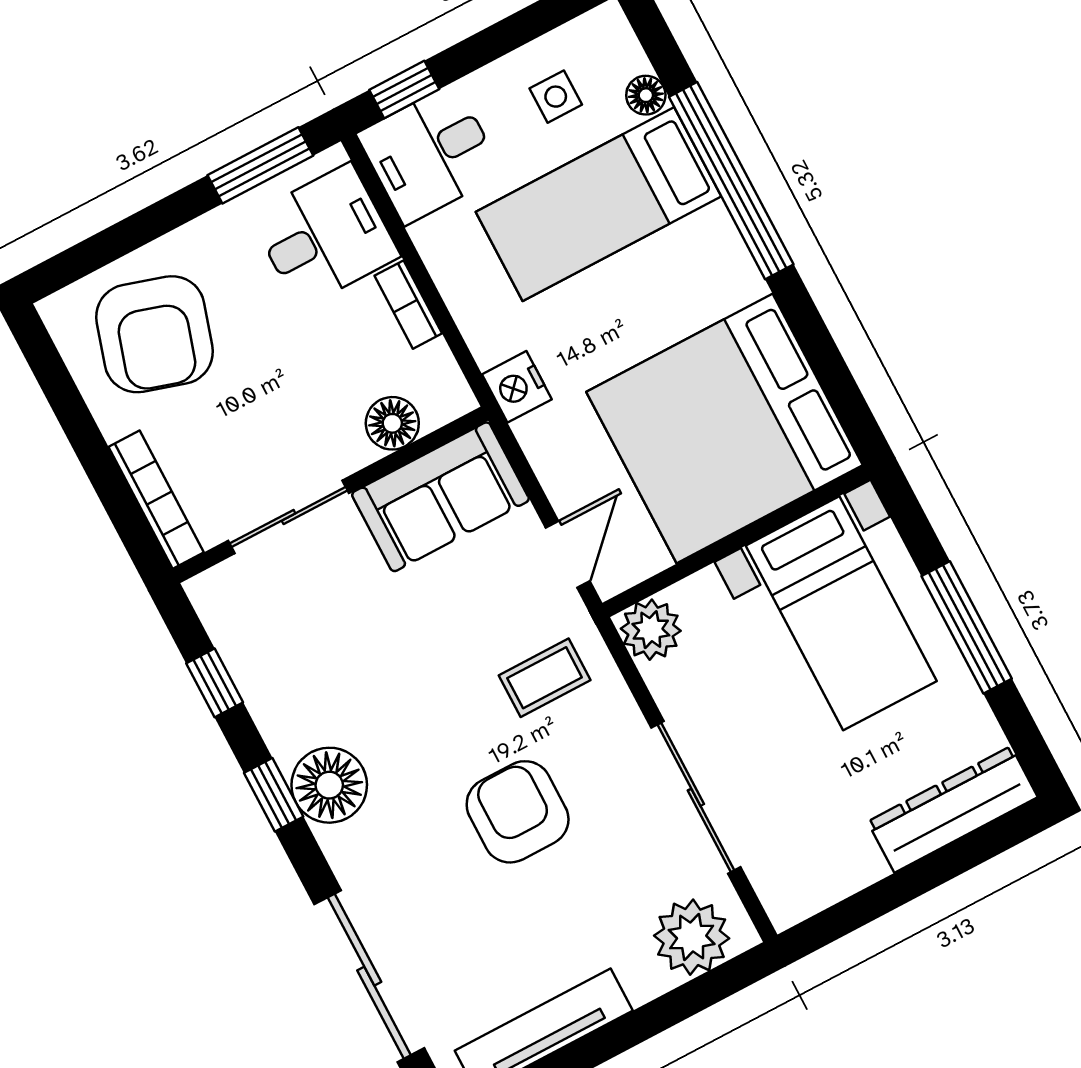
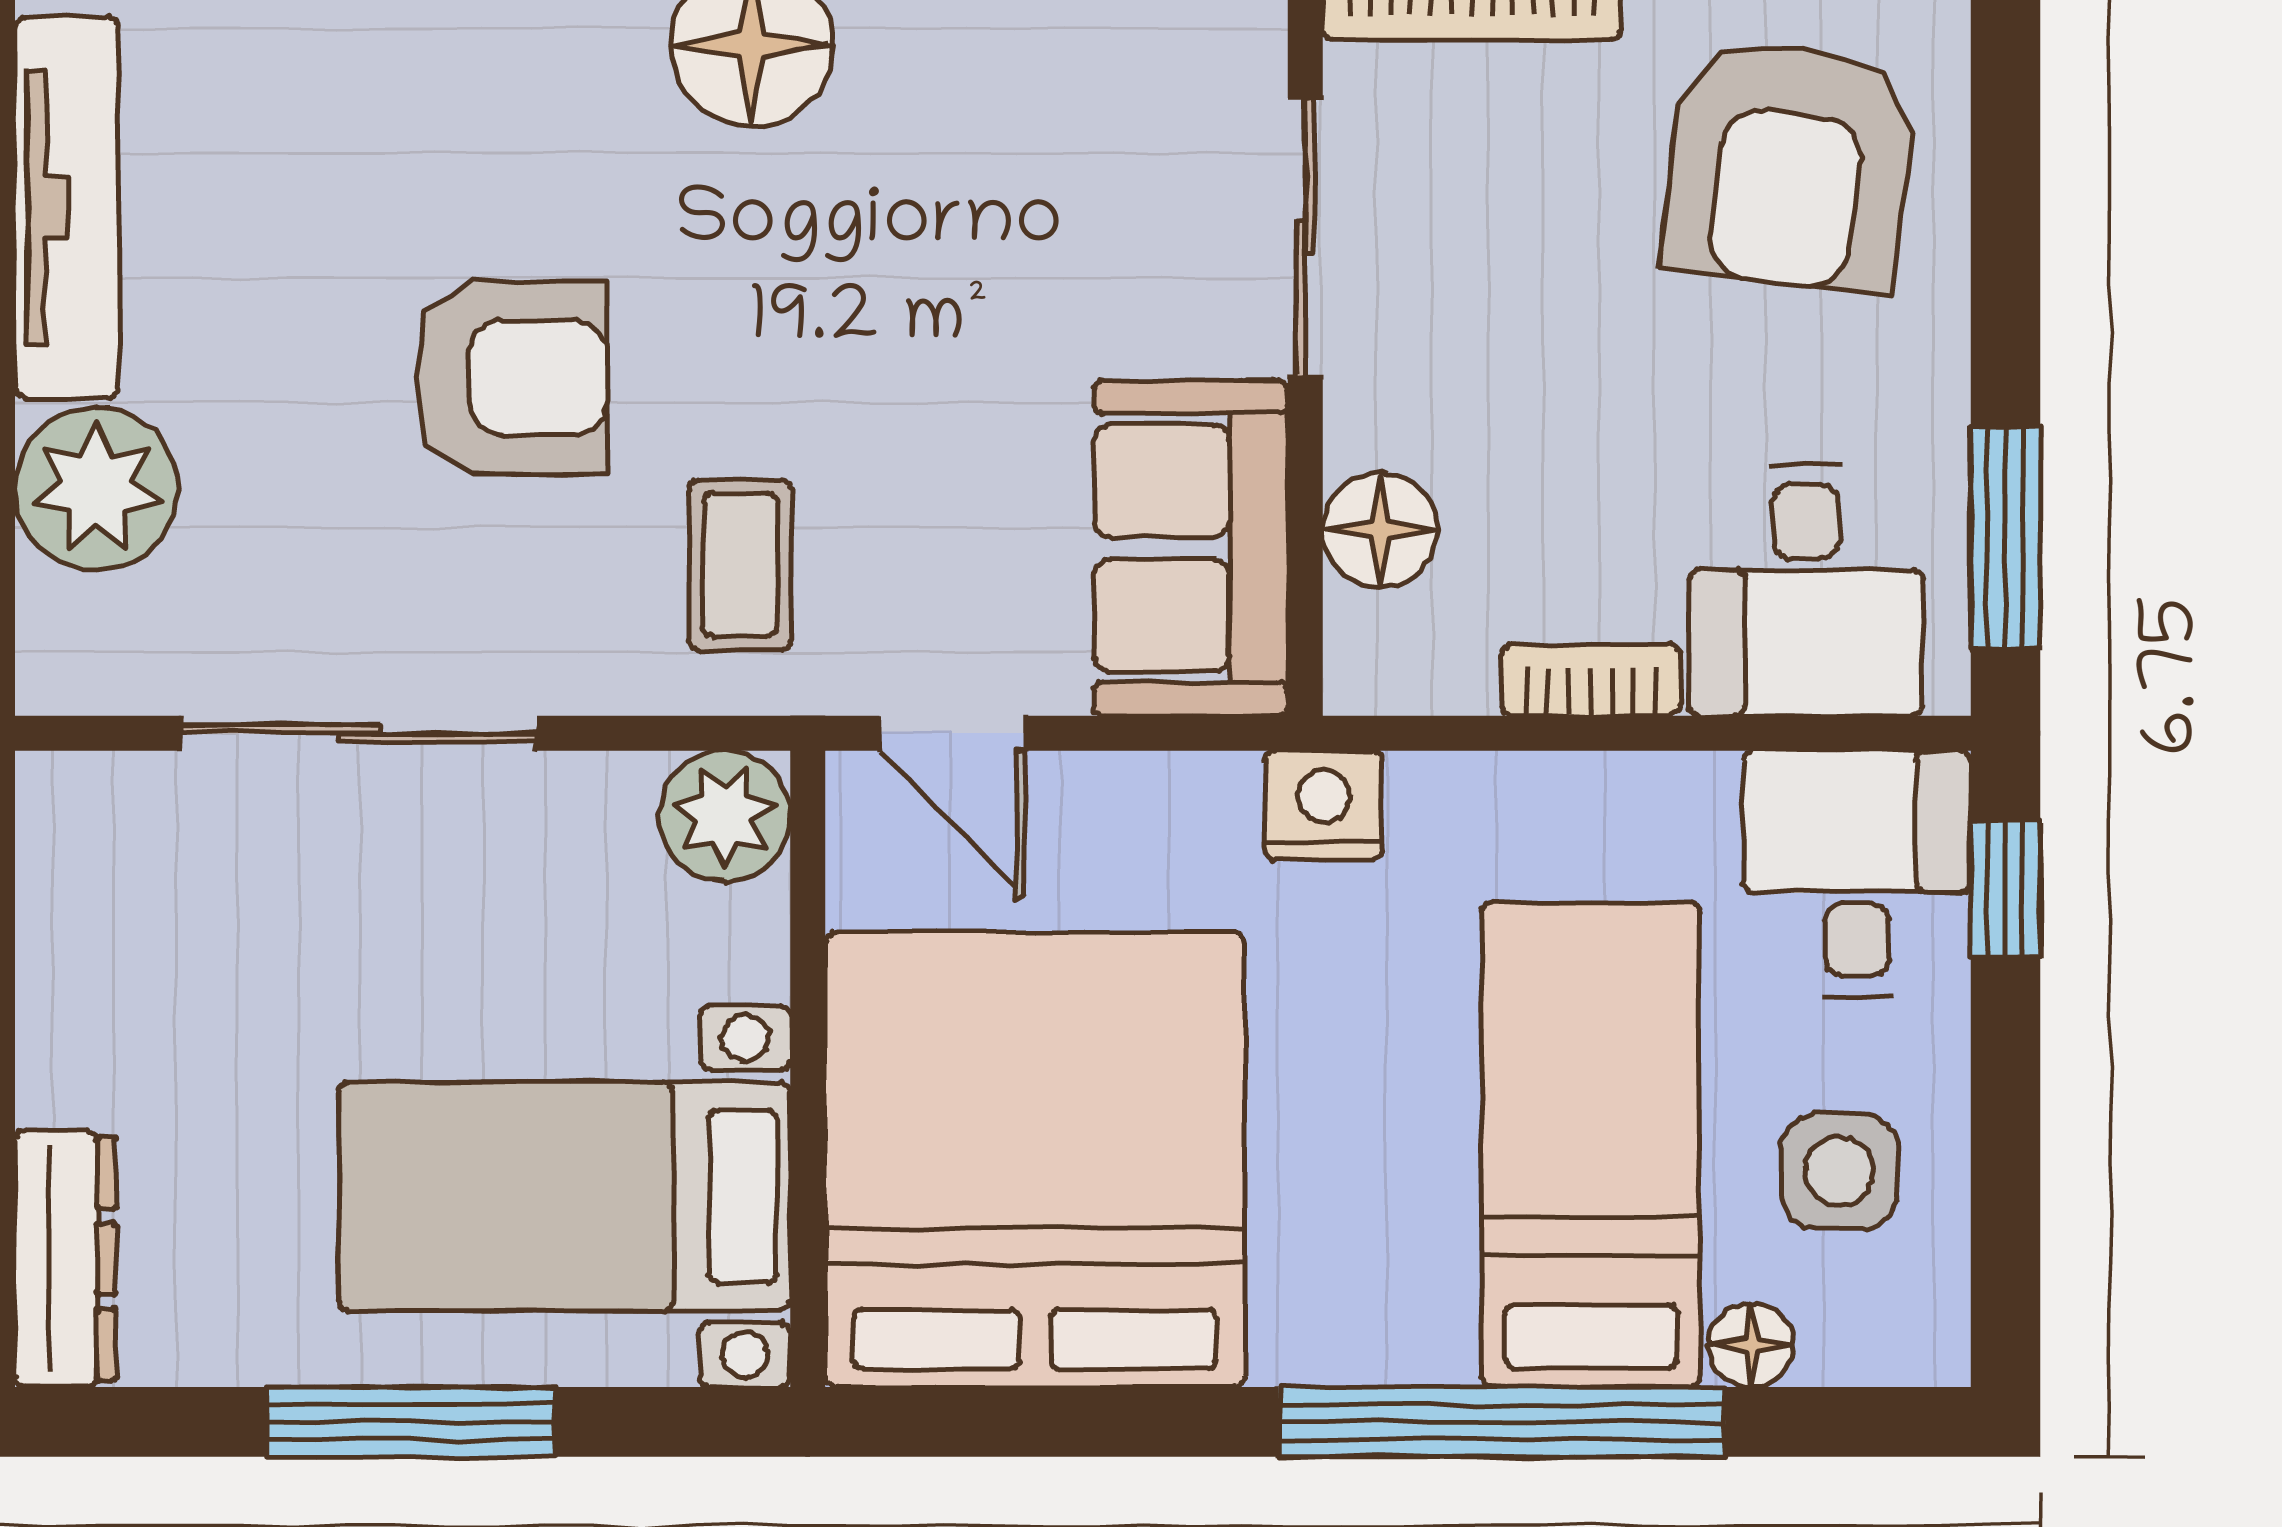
side table: (556, 97) -> (1839, 1171), width x1.37, depth x1.37
armchair: (155, 334) -> (1789, 165), turned -100
dresser: (953, 809) -> (65, 1259), width x0.73, depth x0.80
plant: (692, 937) -> (97, 489), moved

